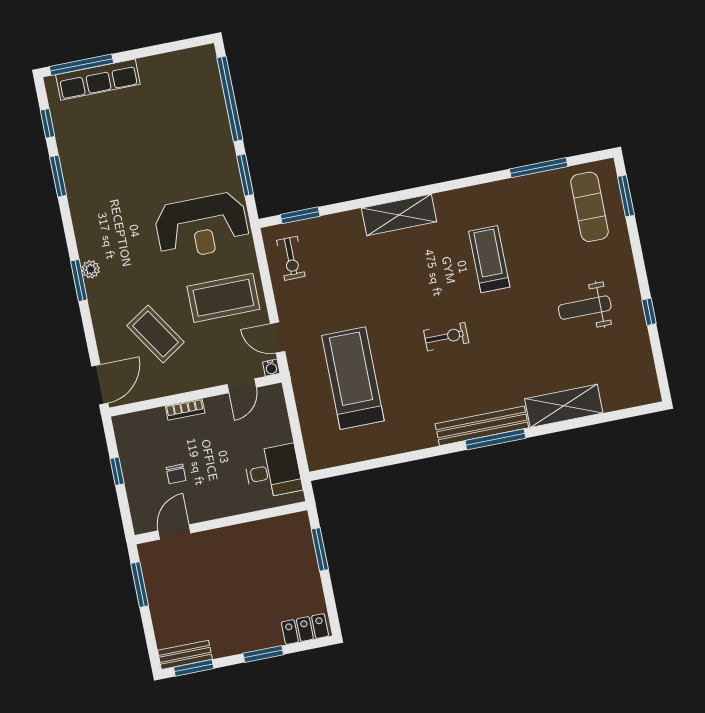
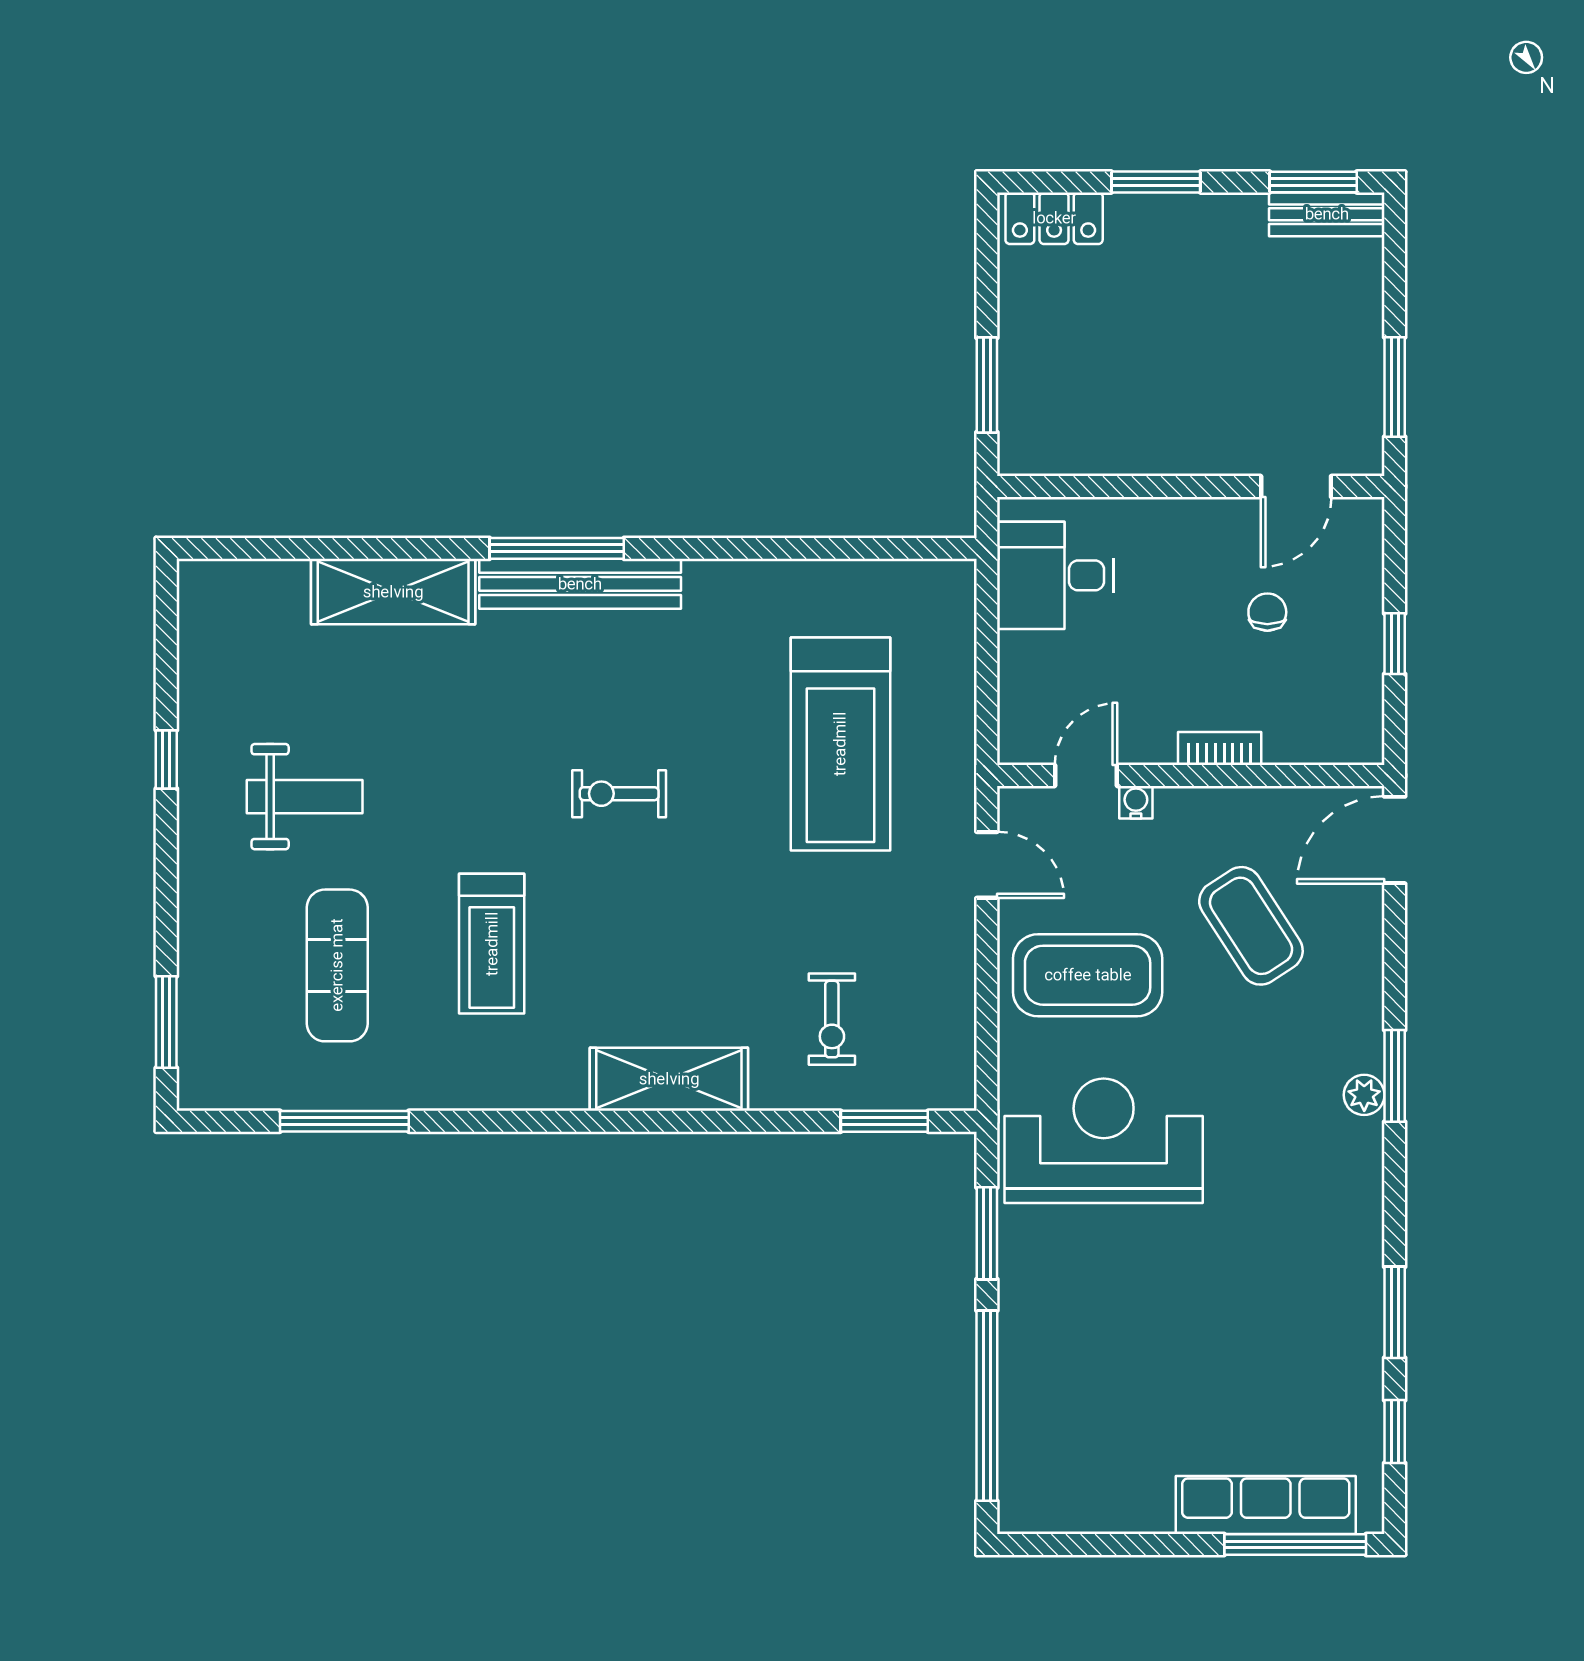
exercise mat: (590, 207) -> (337, 965), moved
exercise bike: (291, 258) -> (832, 1019), moved, turned 180
water cooler: (271, 368) -> (1136, 802), moved

